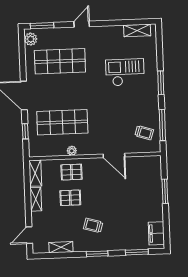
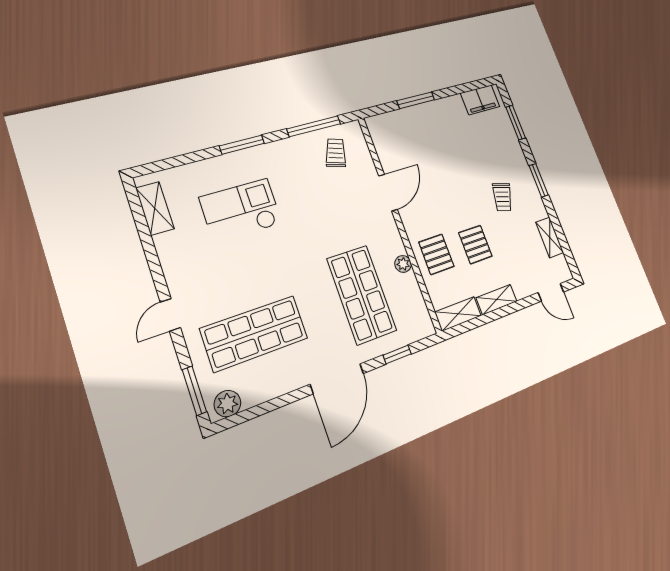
door: (82, 24) -> (170, 315), hinge flipped
shop shelf: (60, 61) -> (254, 333), turned 90
checkout: (125, 72) -> (241, 210), turned 90

